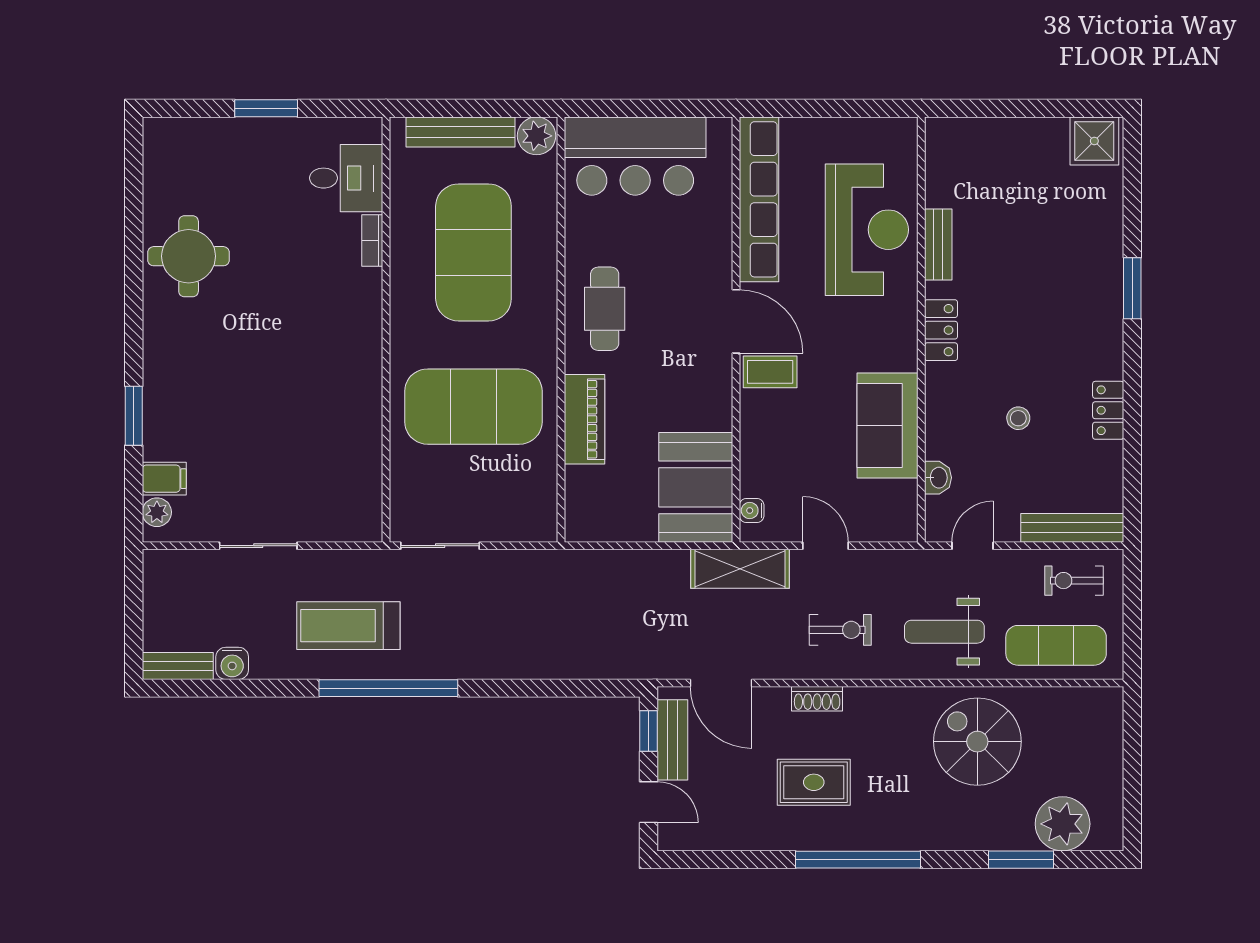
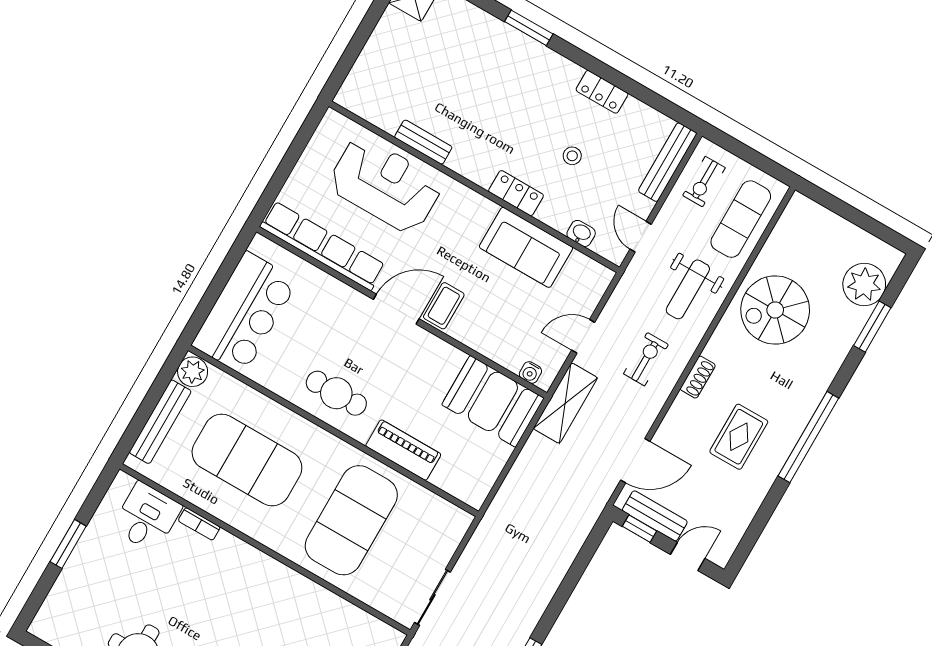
locker: (941, 330) -> (516, 193), moved
shoe rack: (817, 699) -> (698, 377), moved

